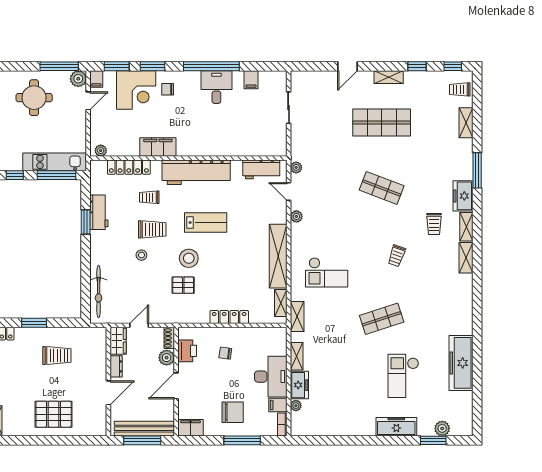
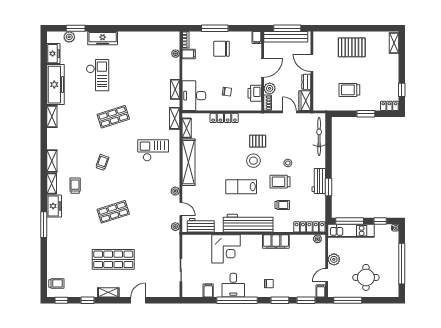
plant: (78, 79) -> (334, 259), moved
corner desk: (136, 90) -> (226, 249), moved, turned 180
shelving: (466, 123) -> (52, 117), moved
locker: (129, 167) -> (309, 227), moved
shop shelf: (382, 188) -> (113, 212), turned -39
workbench: (99, 212) -> (319, 181), moved
door: (139, 325) -> (290, 112), swing flipped
desk: (271, 377) -> (194, 96), moved
freezer: (299, 385) -> (53, 54), moved, turned 180
door: (108, 393) -> (312, 63), hinge flipped
filing cabinet: (190, 428) -> (257, 37), width x0.50

